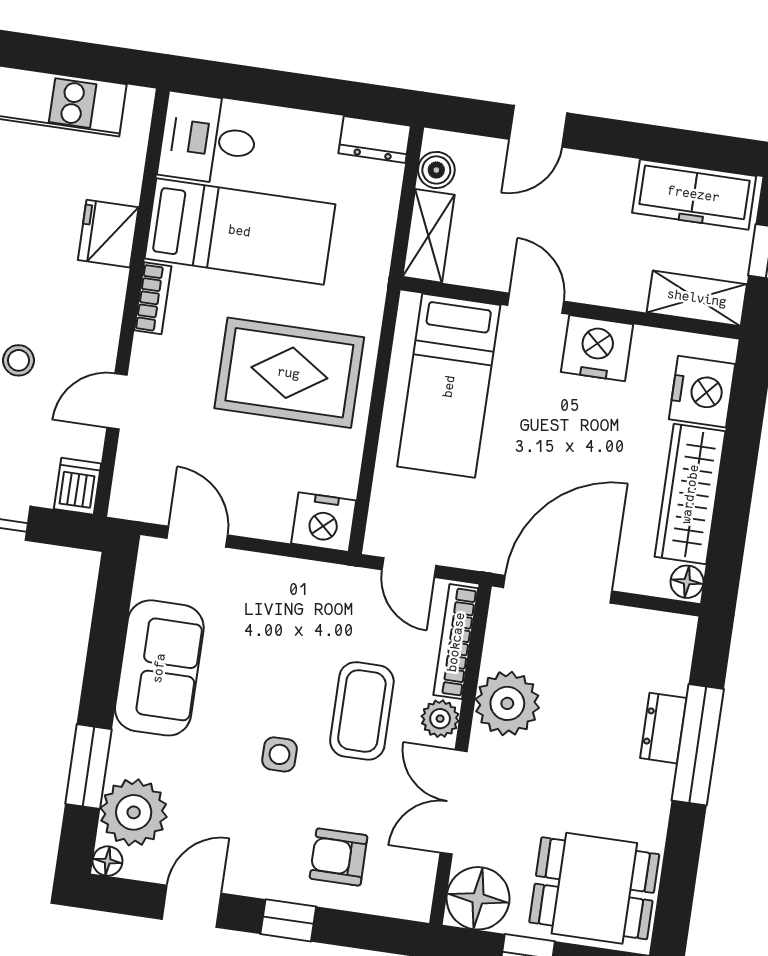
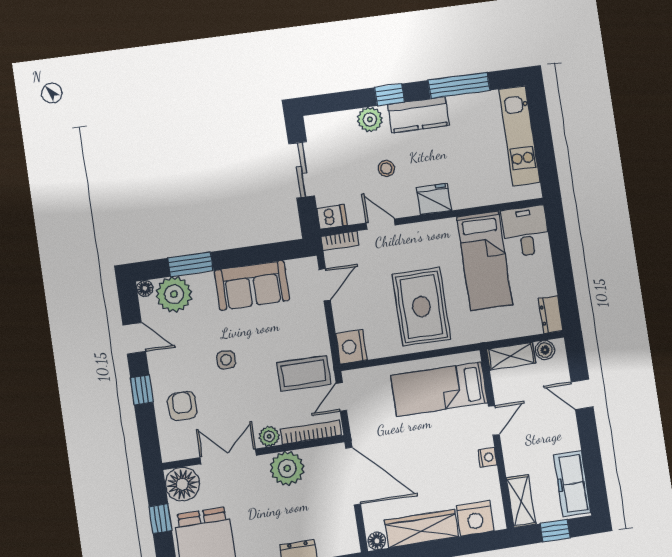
fridge: (108, 234) -> (434, 199), moved
bookcase: (153, 298) -> (340, 241), moved
nightstand: (597, 348) -> (487, 457), width x0.53, depth x0.56
coffee table: (362, 711) -> (304, 373), moved

